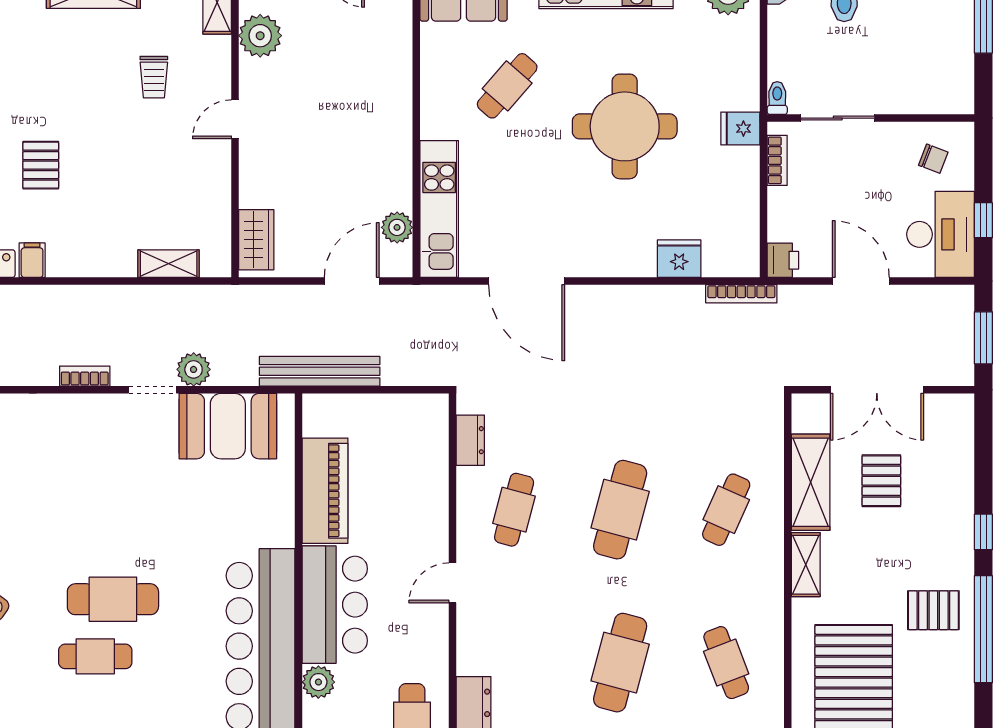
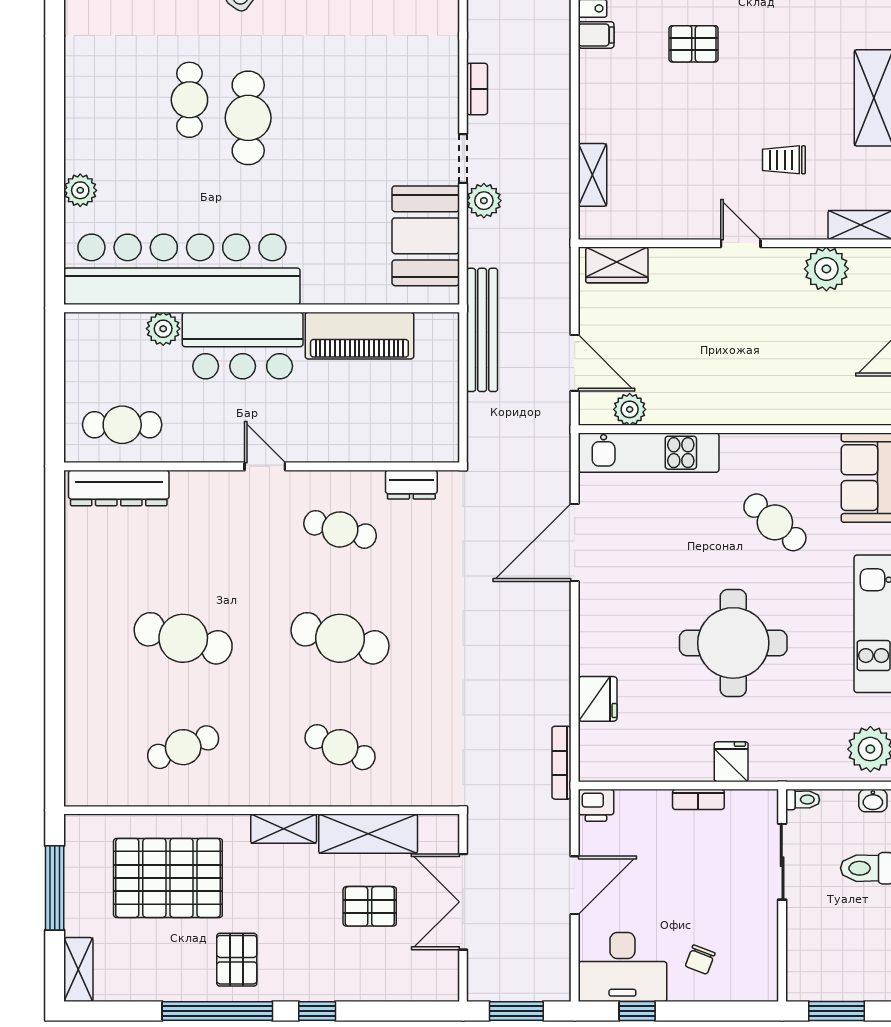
toilet: (777, 98) -> (803, 800), moved
sliding door: (838, 118) -> (782, 862), moved
wall: (871, 118) -> (782, 895), moved

